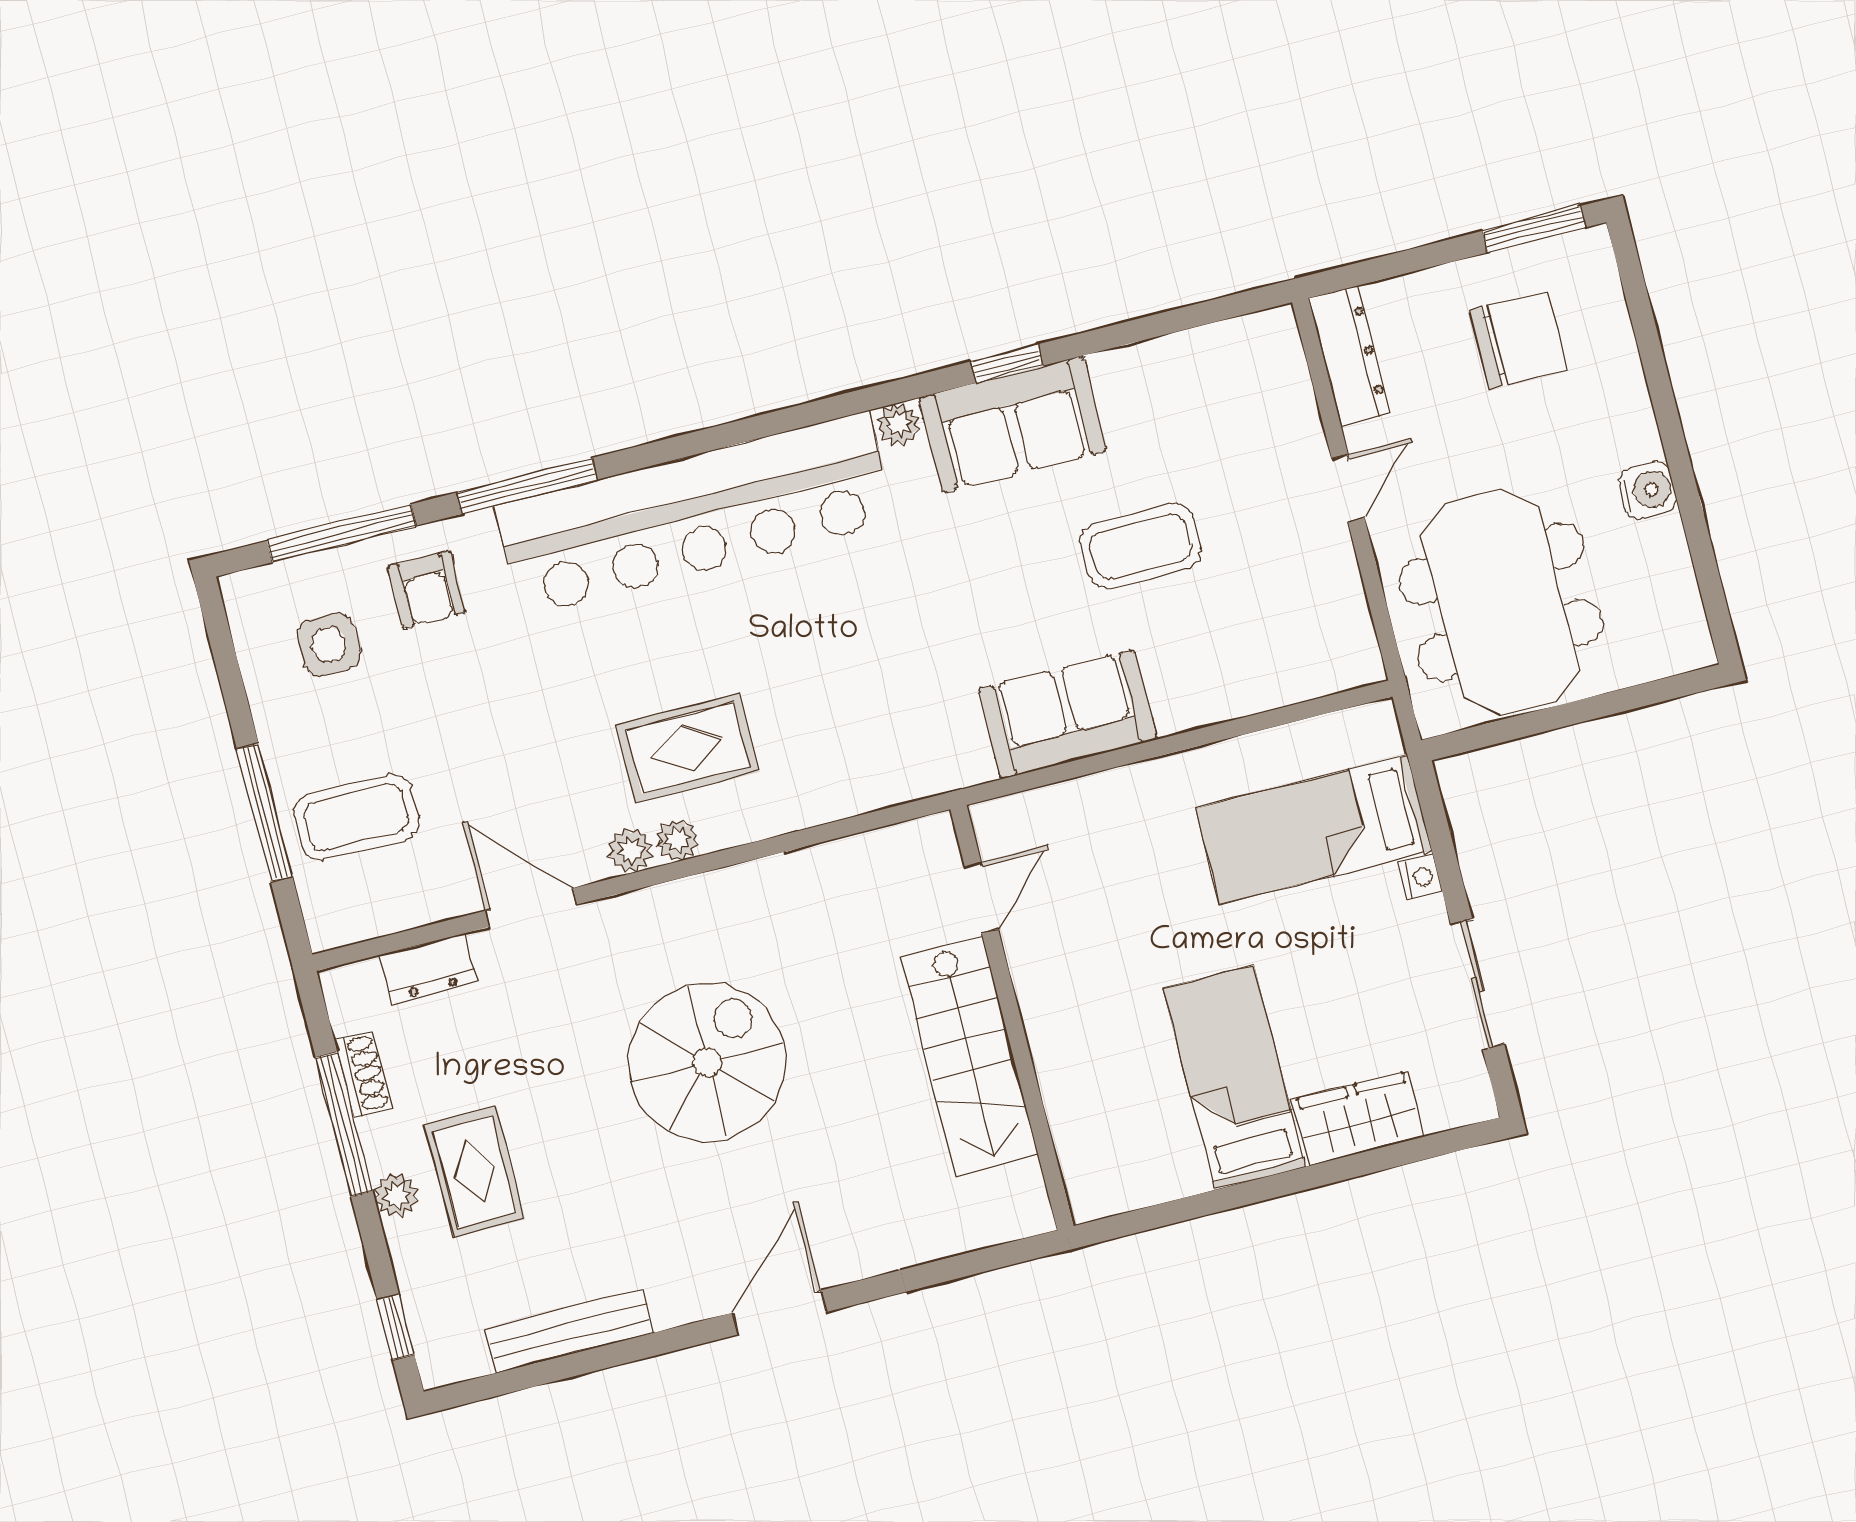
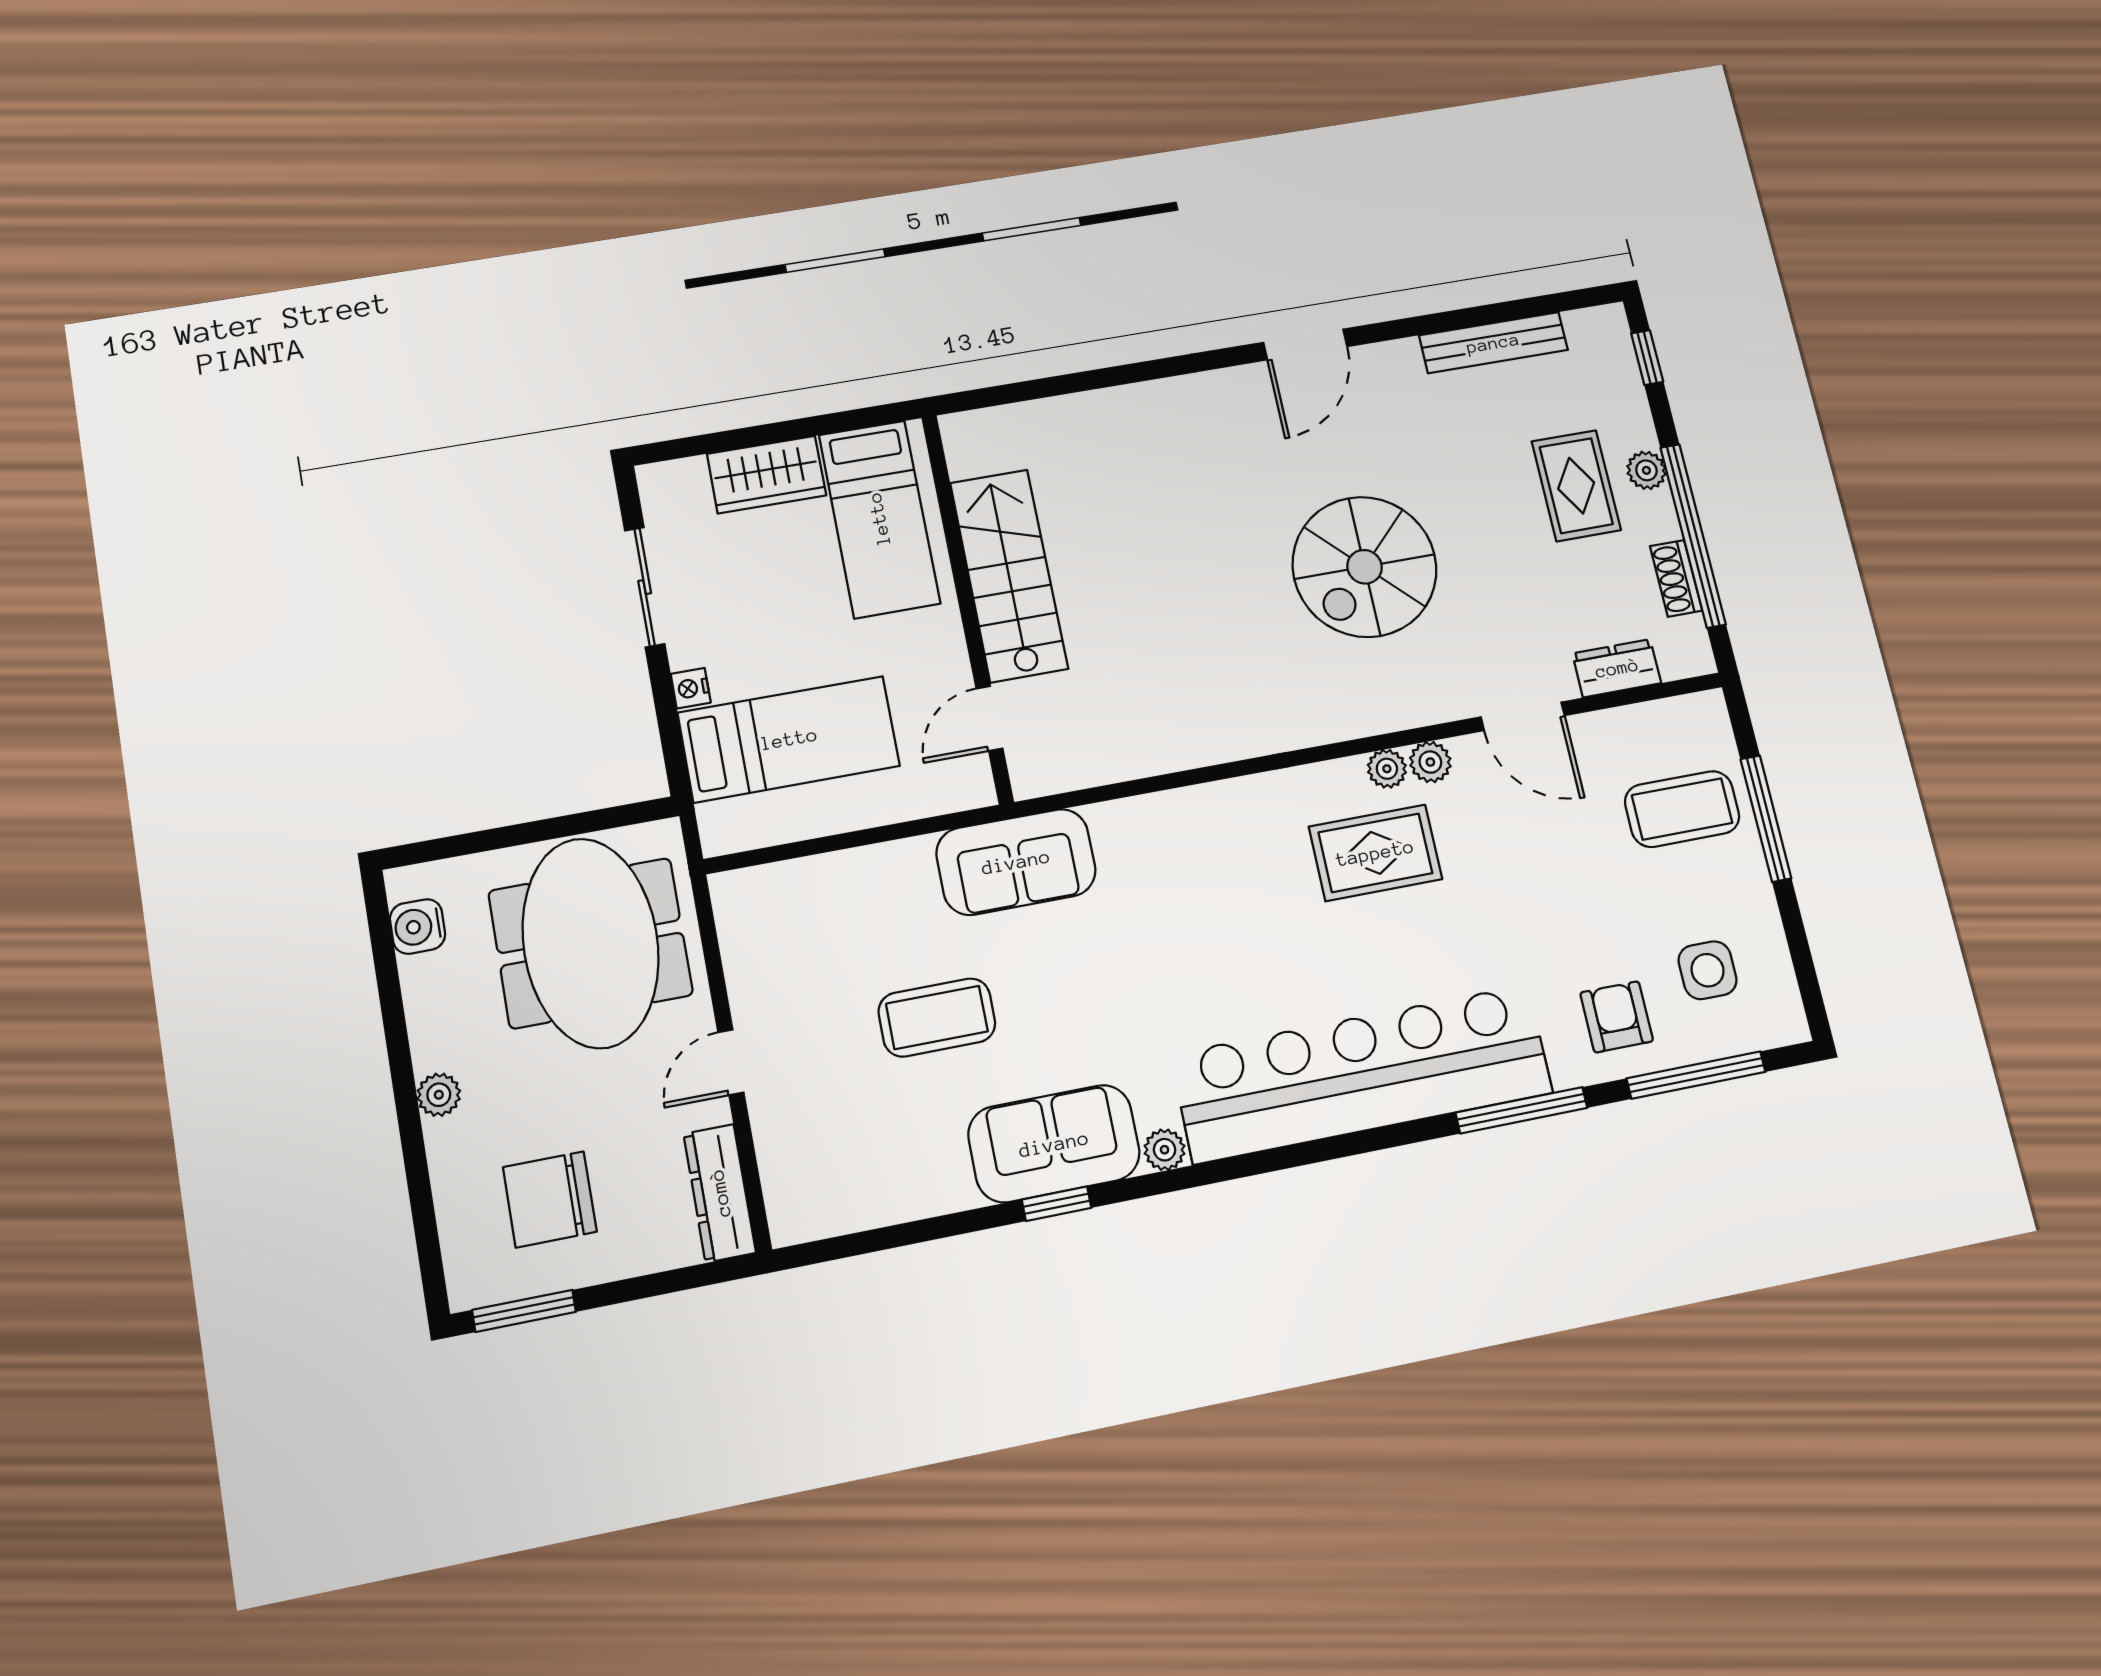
plant: (1639, 438) -> (439, 1095), added
water cooler: (1648, 490) -> (418, 926), moved
door: (981, 897) -> (989, 719), moved
wall: (1012, 1018) -> (967, 607), moved
stairs: (969, 1056) -> (1009, 575), moved
window: (344, 1124) -> (1693, 536), width x1.46

